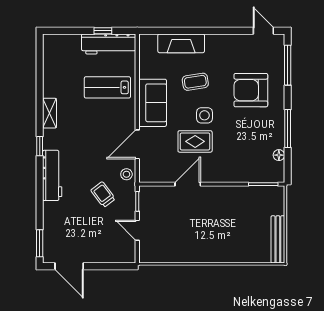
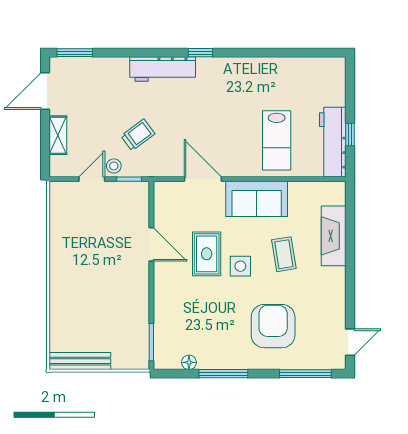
lab bench: (107, 87) -> (277, 140), turned 180
shelving: (49, 113) -> (58, 135), moved, turned 90
stool: (126, 174) -> (114, 166), moved

